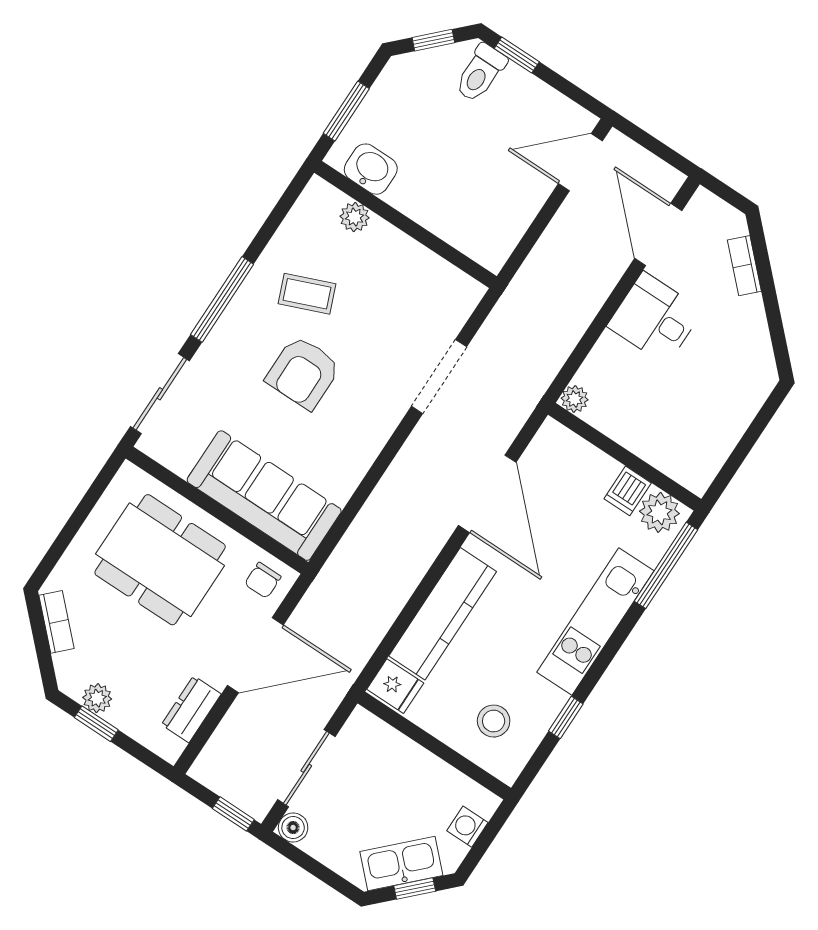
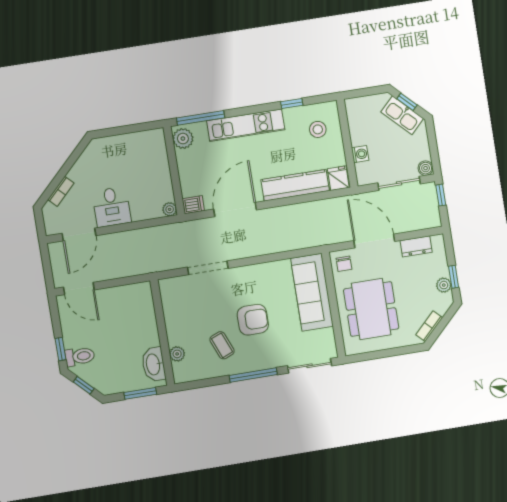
washbasin: (371, 169) -> (154, 364), width x1.38
dishwasher: (628, 491) -> (193, 205), moved
chair: (263, 580) -> (344, 264), turned 90
washing machine: (467, 827) -> (360, 154), moved, turned -90

